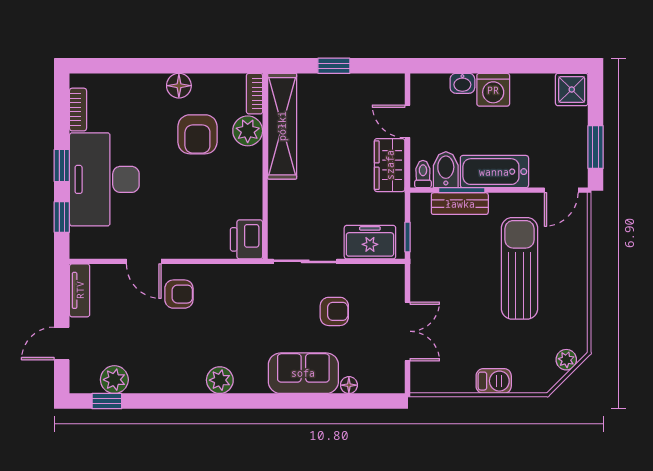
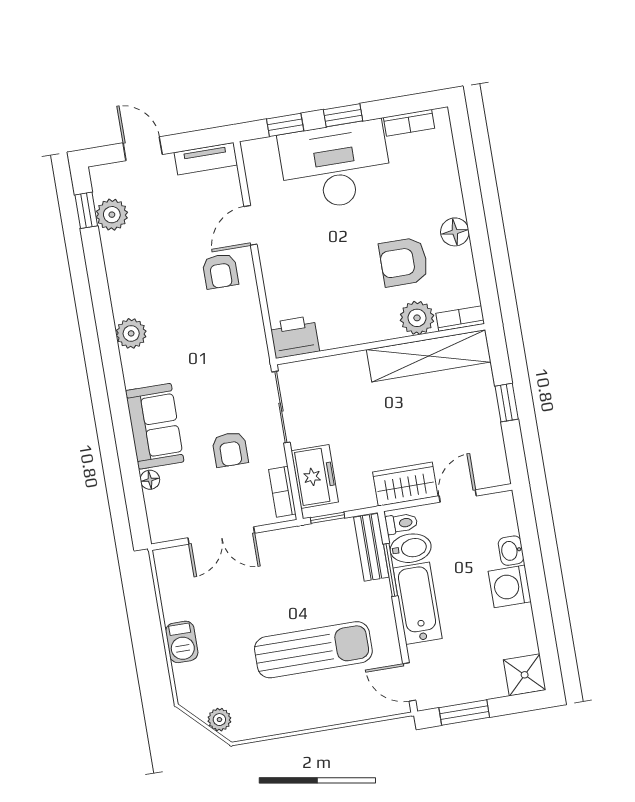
bench: (460, 204) -> (371, 547), moved
bookcase: (378, 272) -> (282, 492), added

